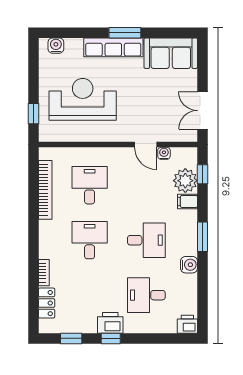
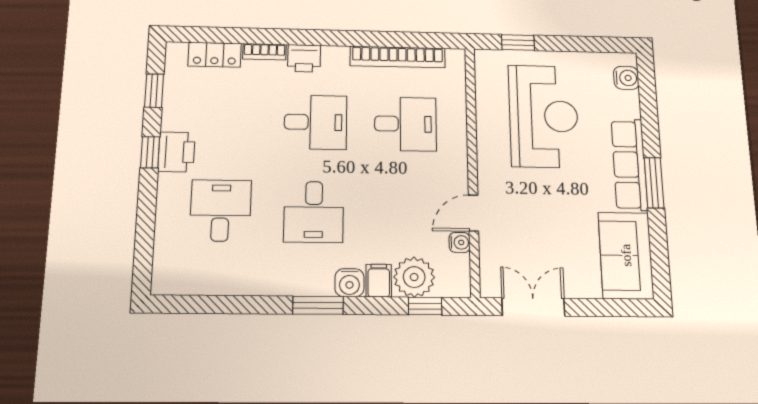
water cooler: (189, 265) -> (349, 283), moved
printer: (187, 324) -> (304, 58), moved, turned 90

